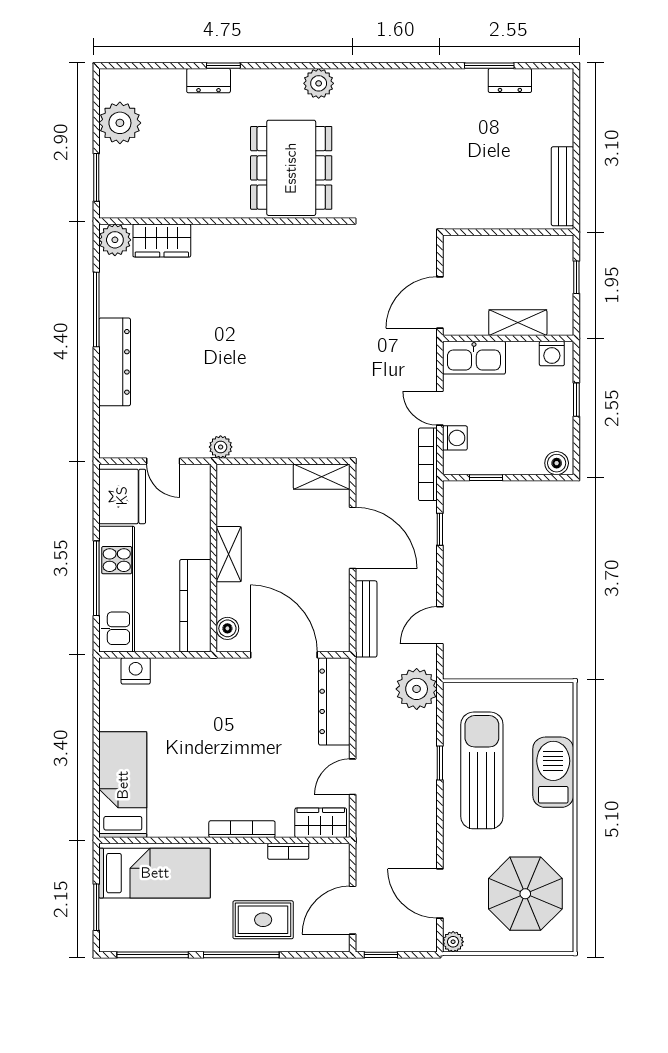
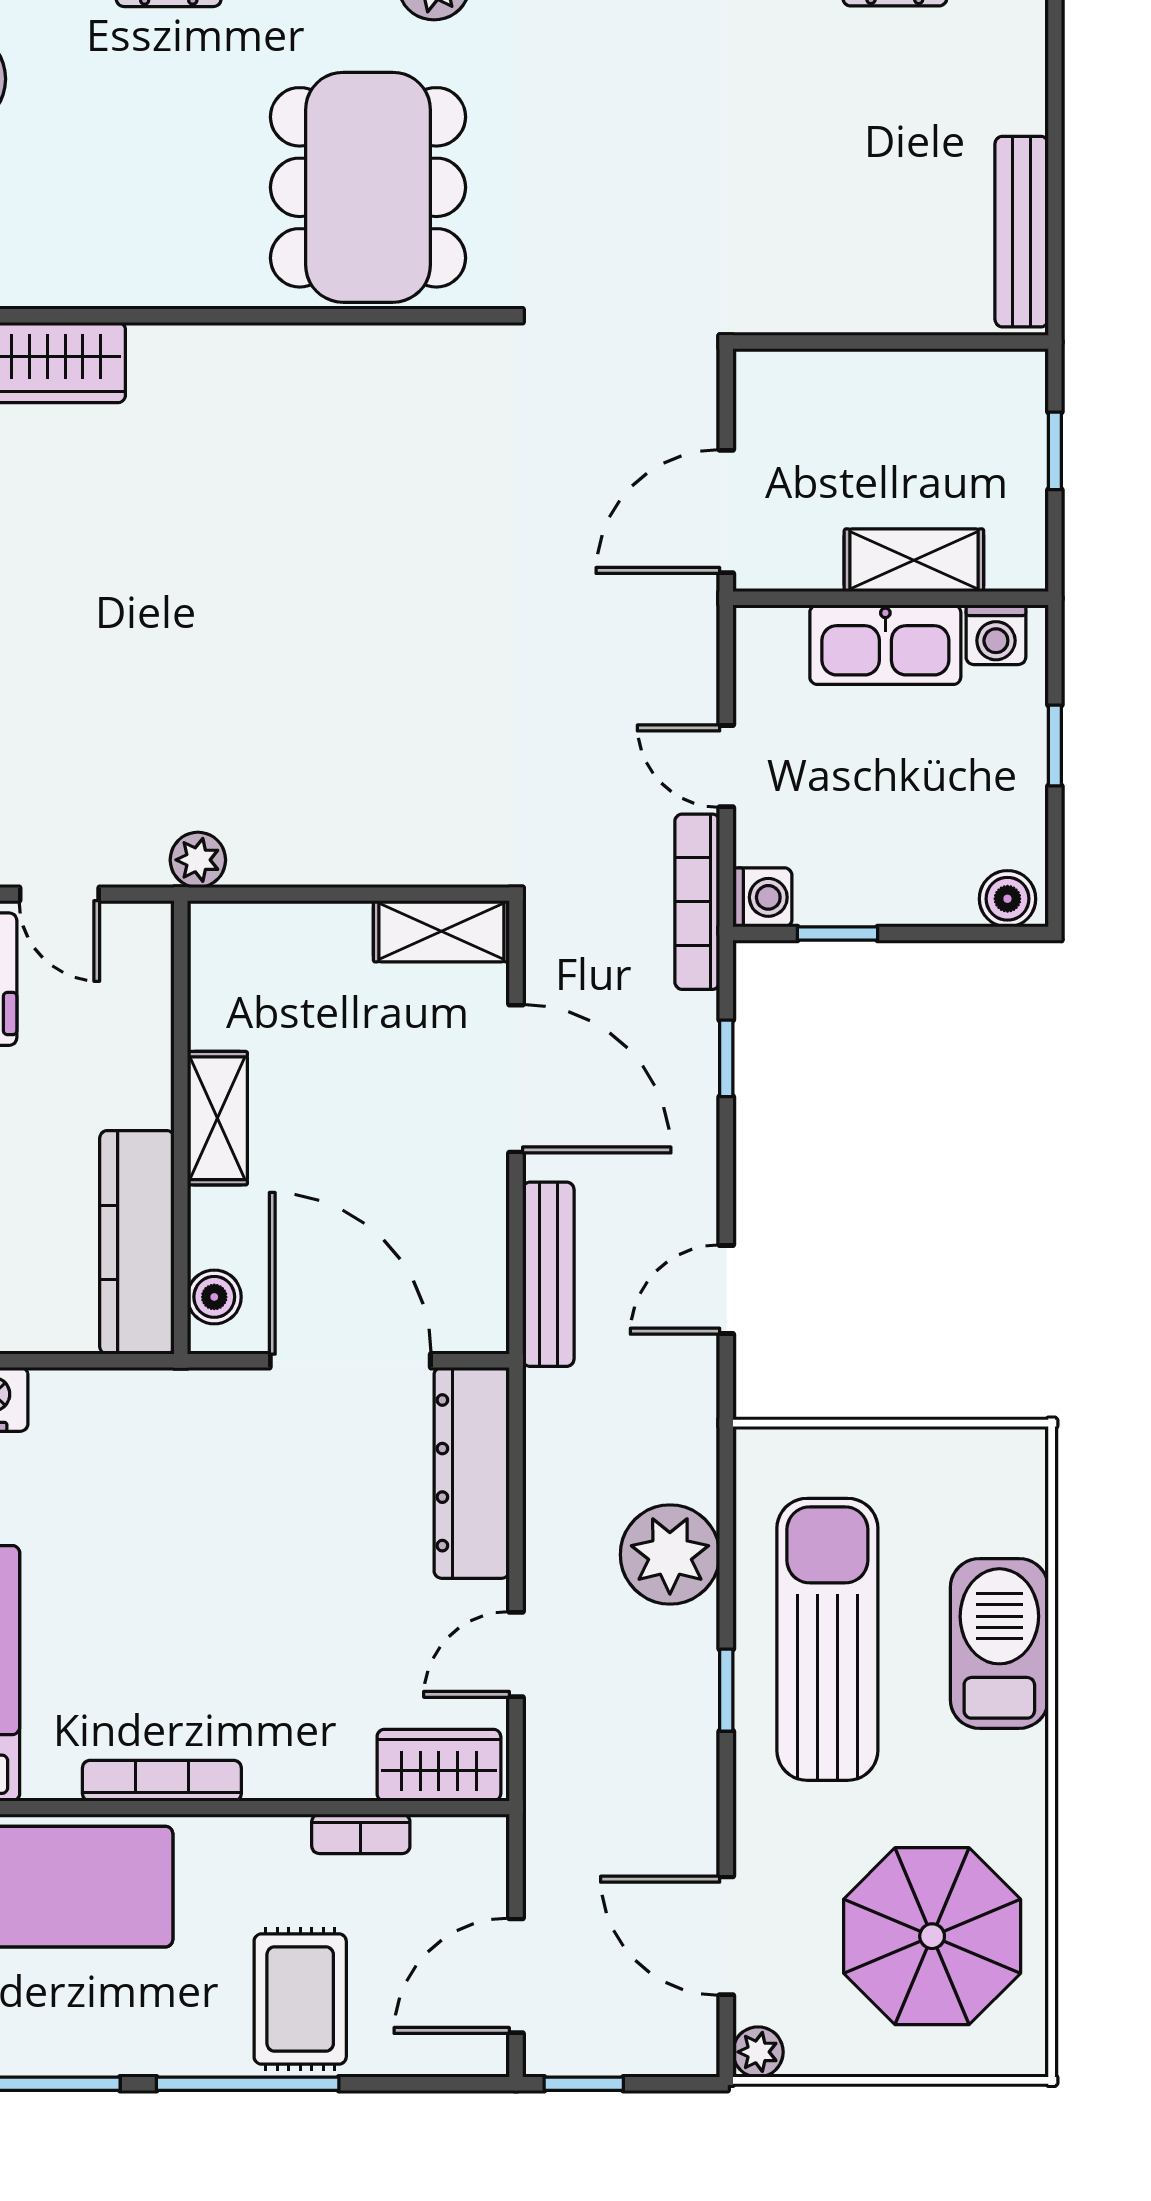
kitchen sink: (474, 358) -> (885, 645), moved
washing machine: (455, 438) -> (762, 897), moved
plant: (417, 689) -> (670, 1555), moved
window: (440, 763) -> (726, 1690), moved
bookcase: (242, 829) -> (162, 1781), moved
rug: (263, 920) -> (300, 1999), turned 90

